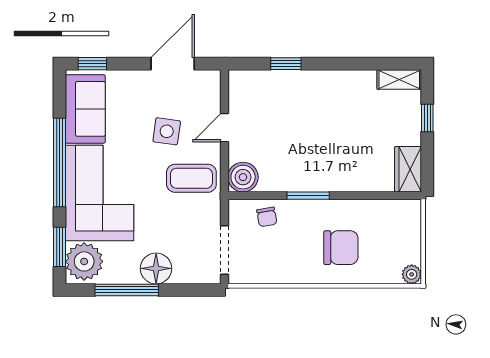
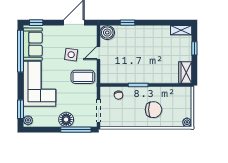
window: (59, 162) -> (20, 51), moved
boiler: (243, 177) -> (107, 33), moved
plant: (84, 261) -> (28, 120), width x0.53, depth x0.53
window: (127, 290) -> (76, 130), moved

